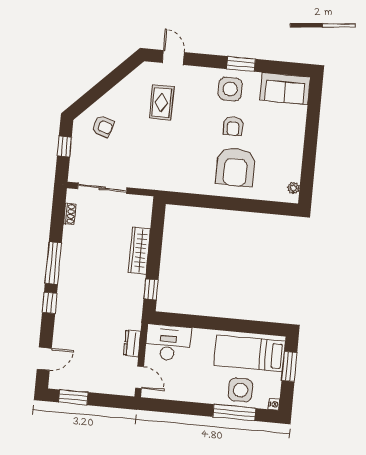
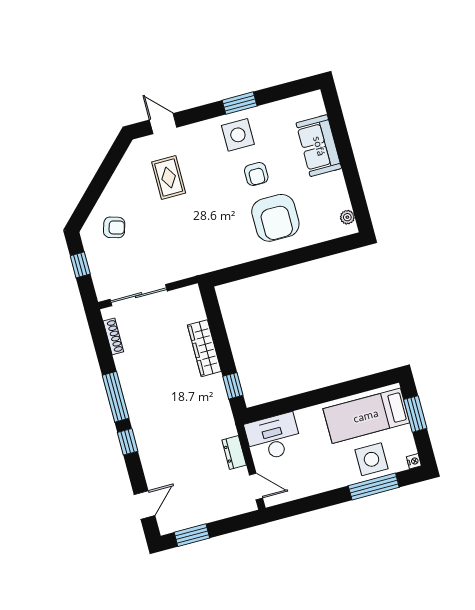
sofa: (285, 89) -> (319, 146), moved, turned 90
shoe rack: (70, 214) -> (113, 336), width x1.43

